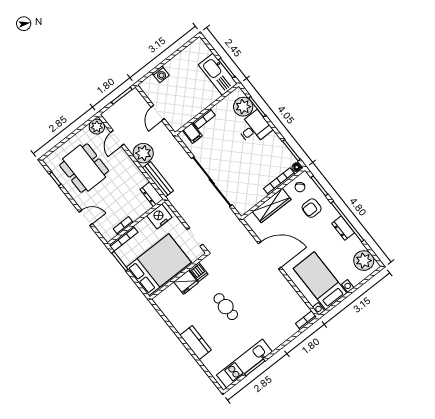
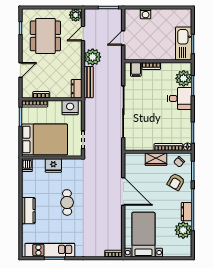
wardrobe: (272, 206) -> (156, 159), width x0.67
armchair: (312, 208) -> (176, 182), turned -60
door: (86, 218) -> (20, 70), hinge flipped
plant: (364, 261) -> (183, 230), moved
dishwasher: (199, 272) -> (27, 165), moved

